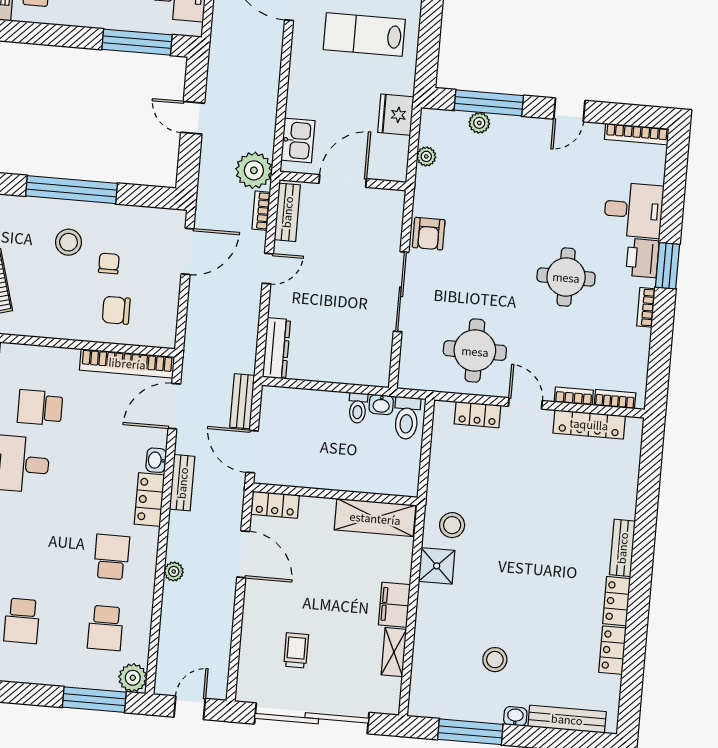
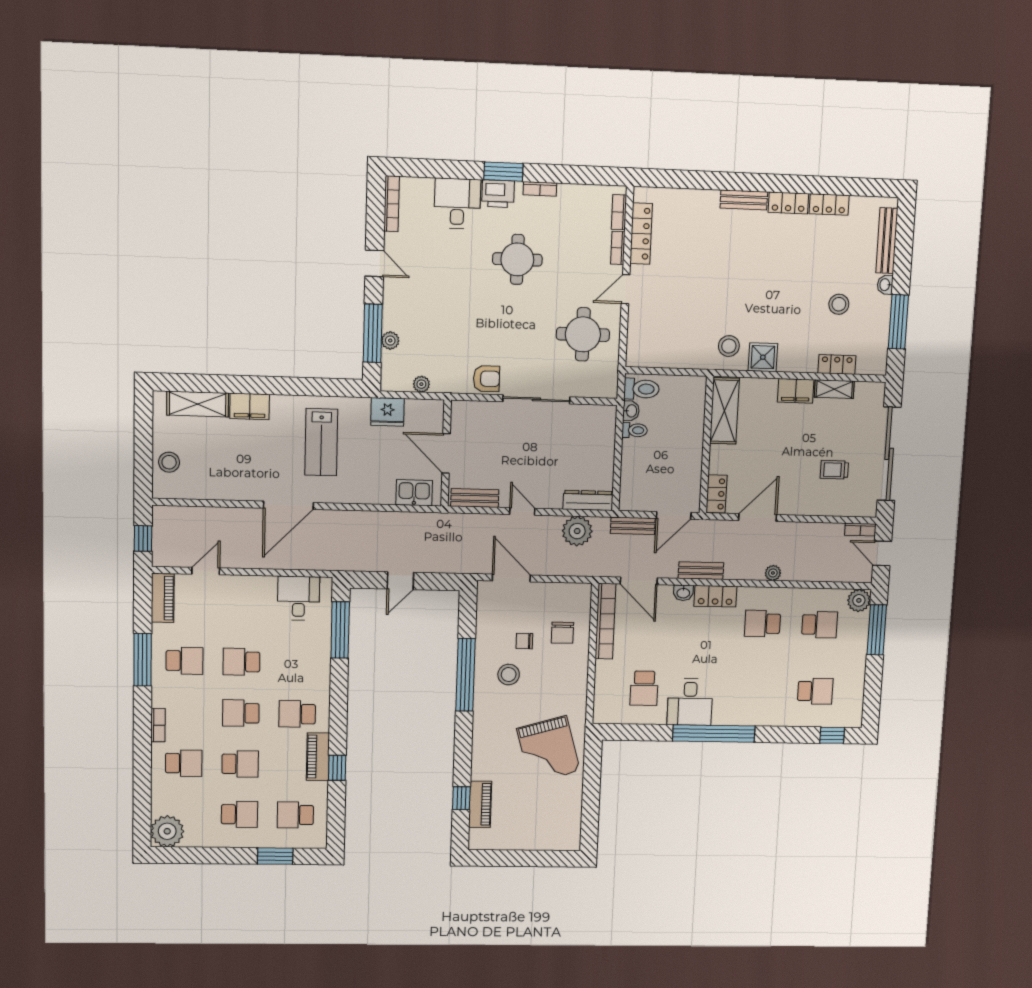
plant: (254, 170) -> (577, 531), moved
bookcase: (261, 211) -> (860, 530), moved
locker: (477, 415) -> (837, 364), moved, turned -90

